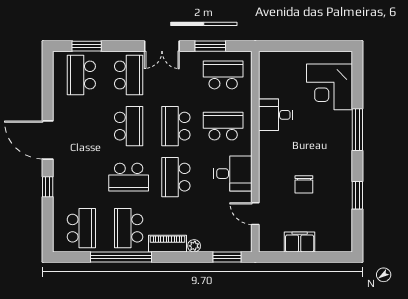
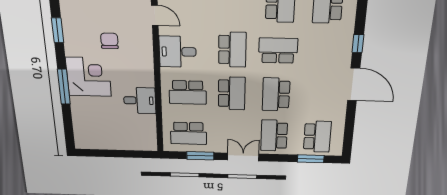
corner desk: (329, 87) -> (88, 77), moved

